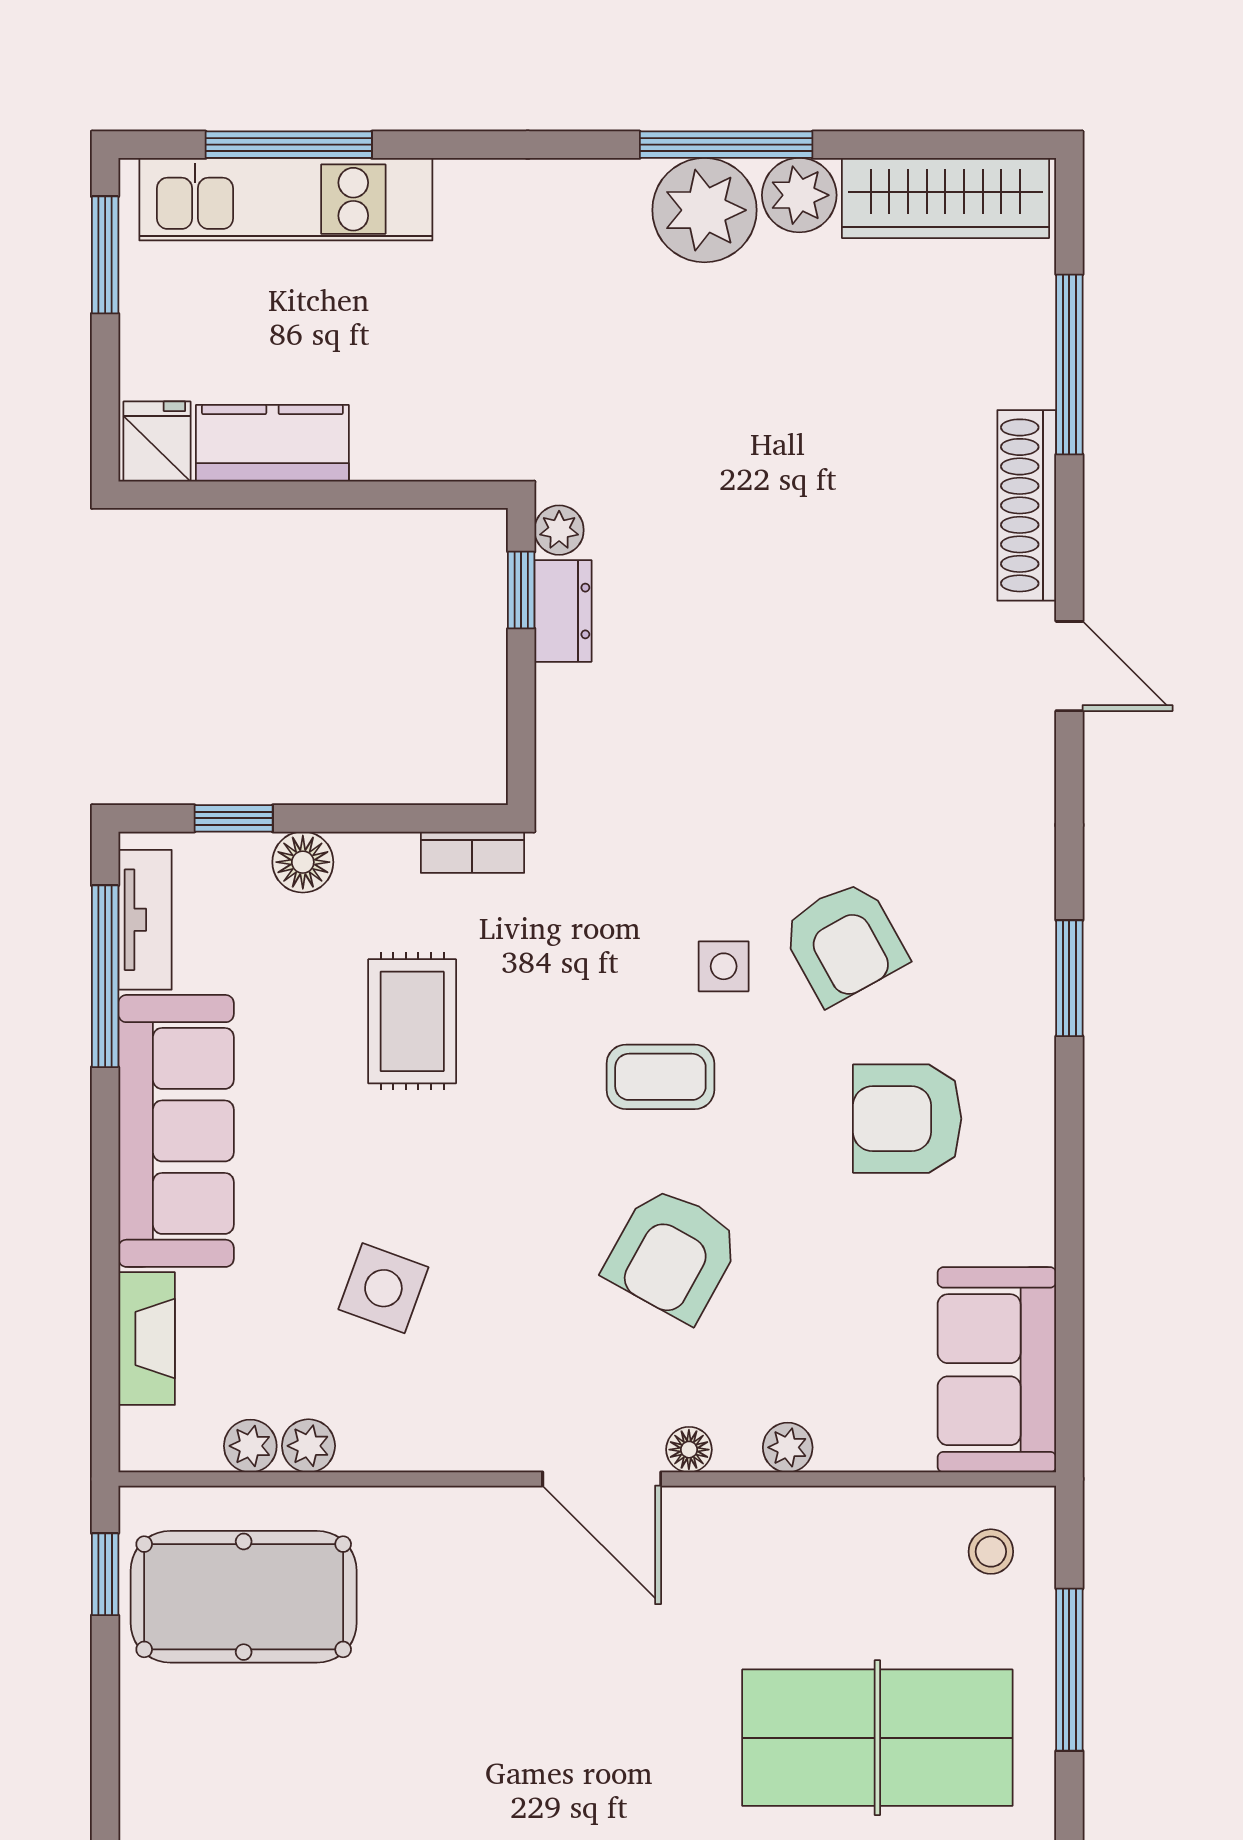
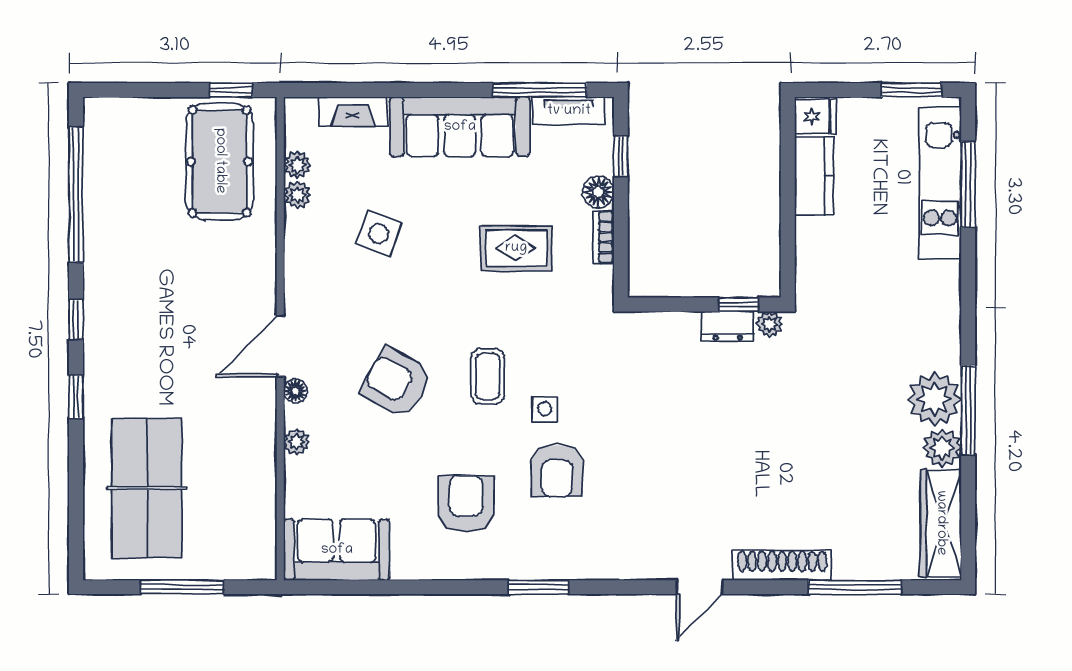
bookcase: (472, 852) -> (603, 237), moved
armchair: (844, 942) -> (557, 471), turned -61
stool: (991, 1552) -> (243, 547), removed

